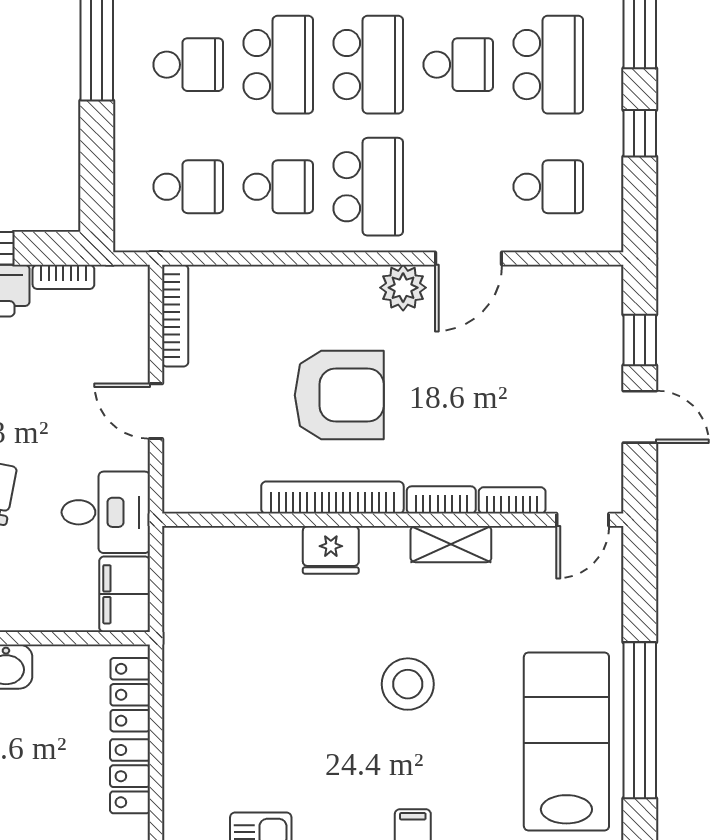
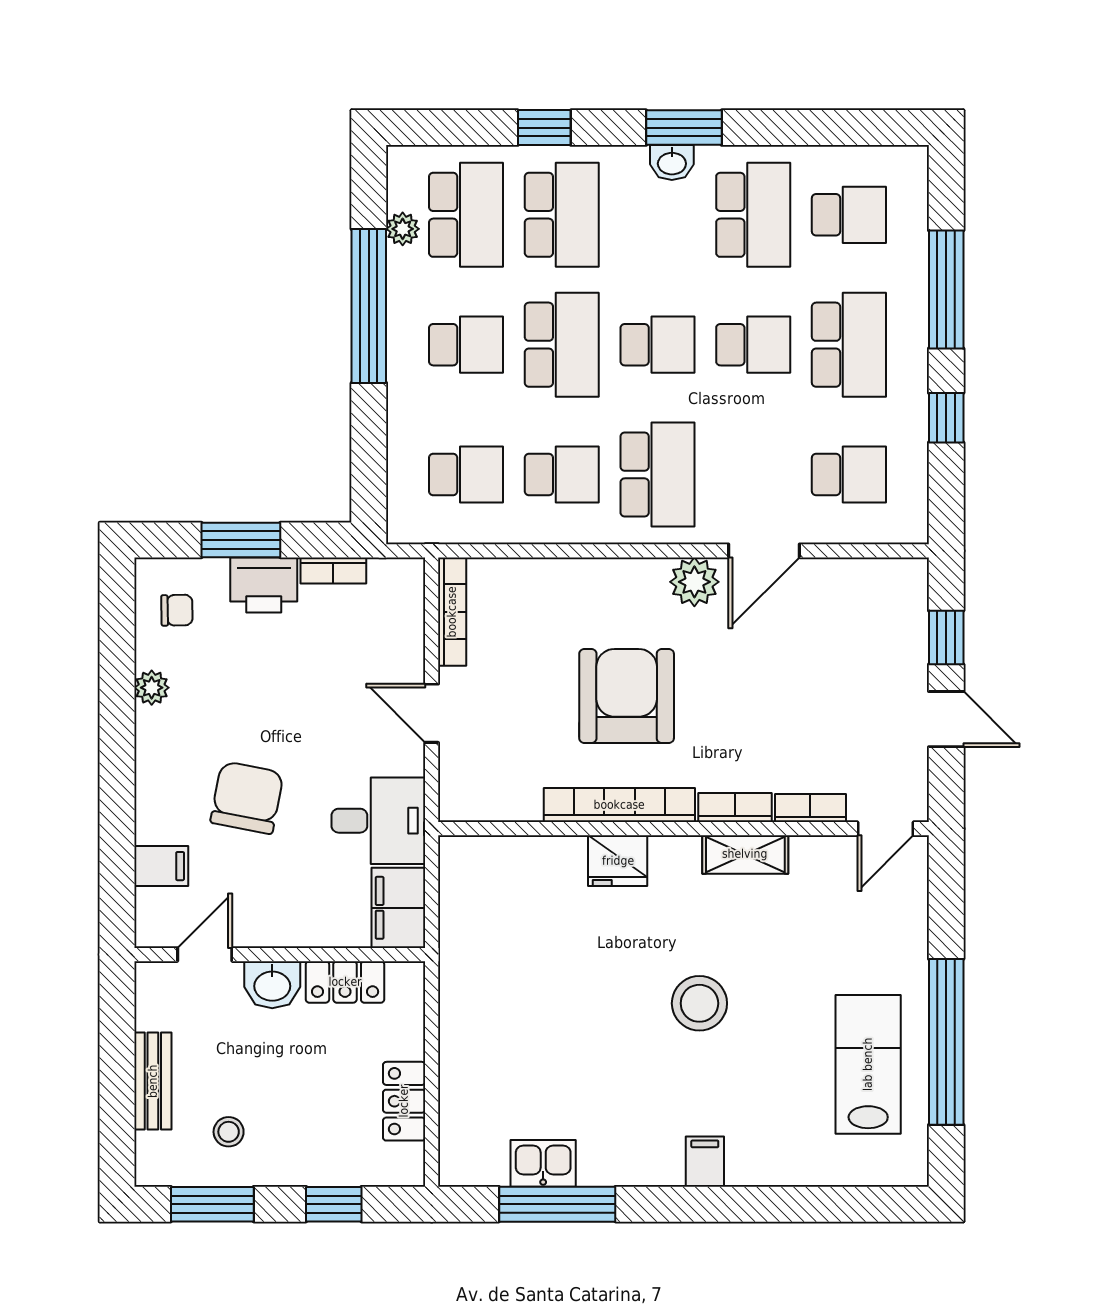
school desk: (368, 65) -> (657, 345), width x0.54
armchair: (339, 395) -> (627, 696), turned -90
locker: (130, 695) -> (345, 982), moved, turned -90
lab bench: (566, 742) -> (868, 1064), width x0.73, depth x0.72

